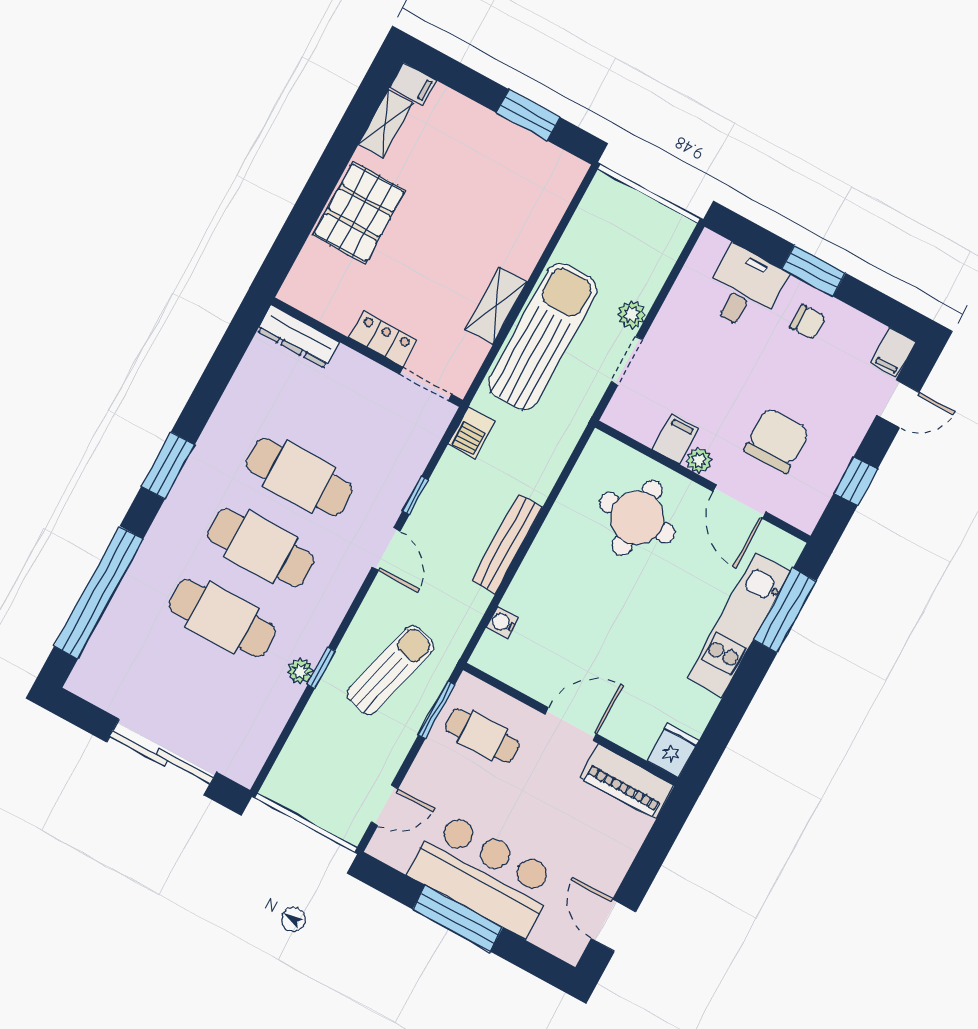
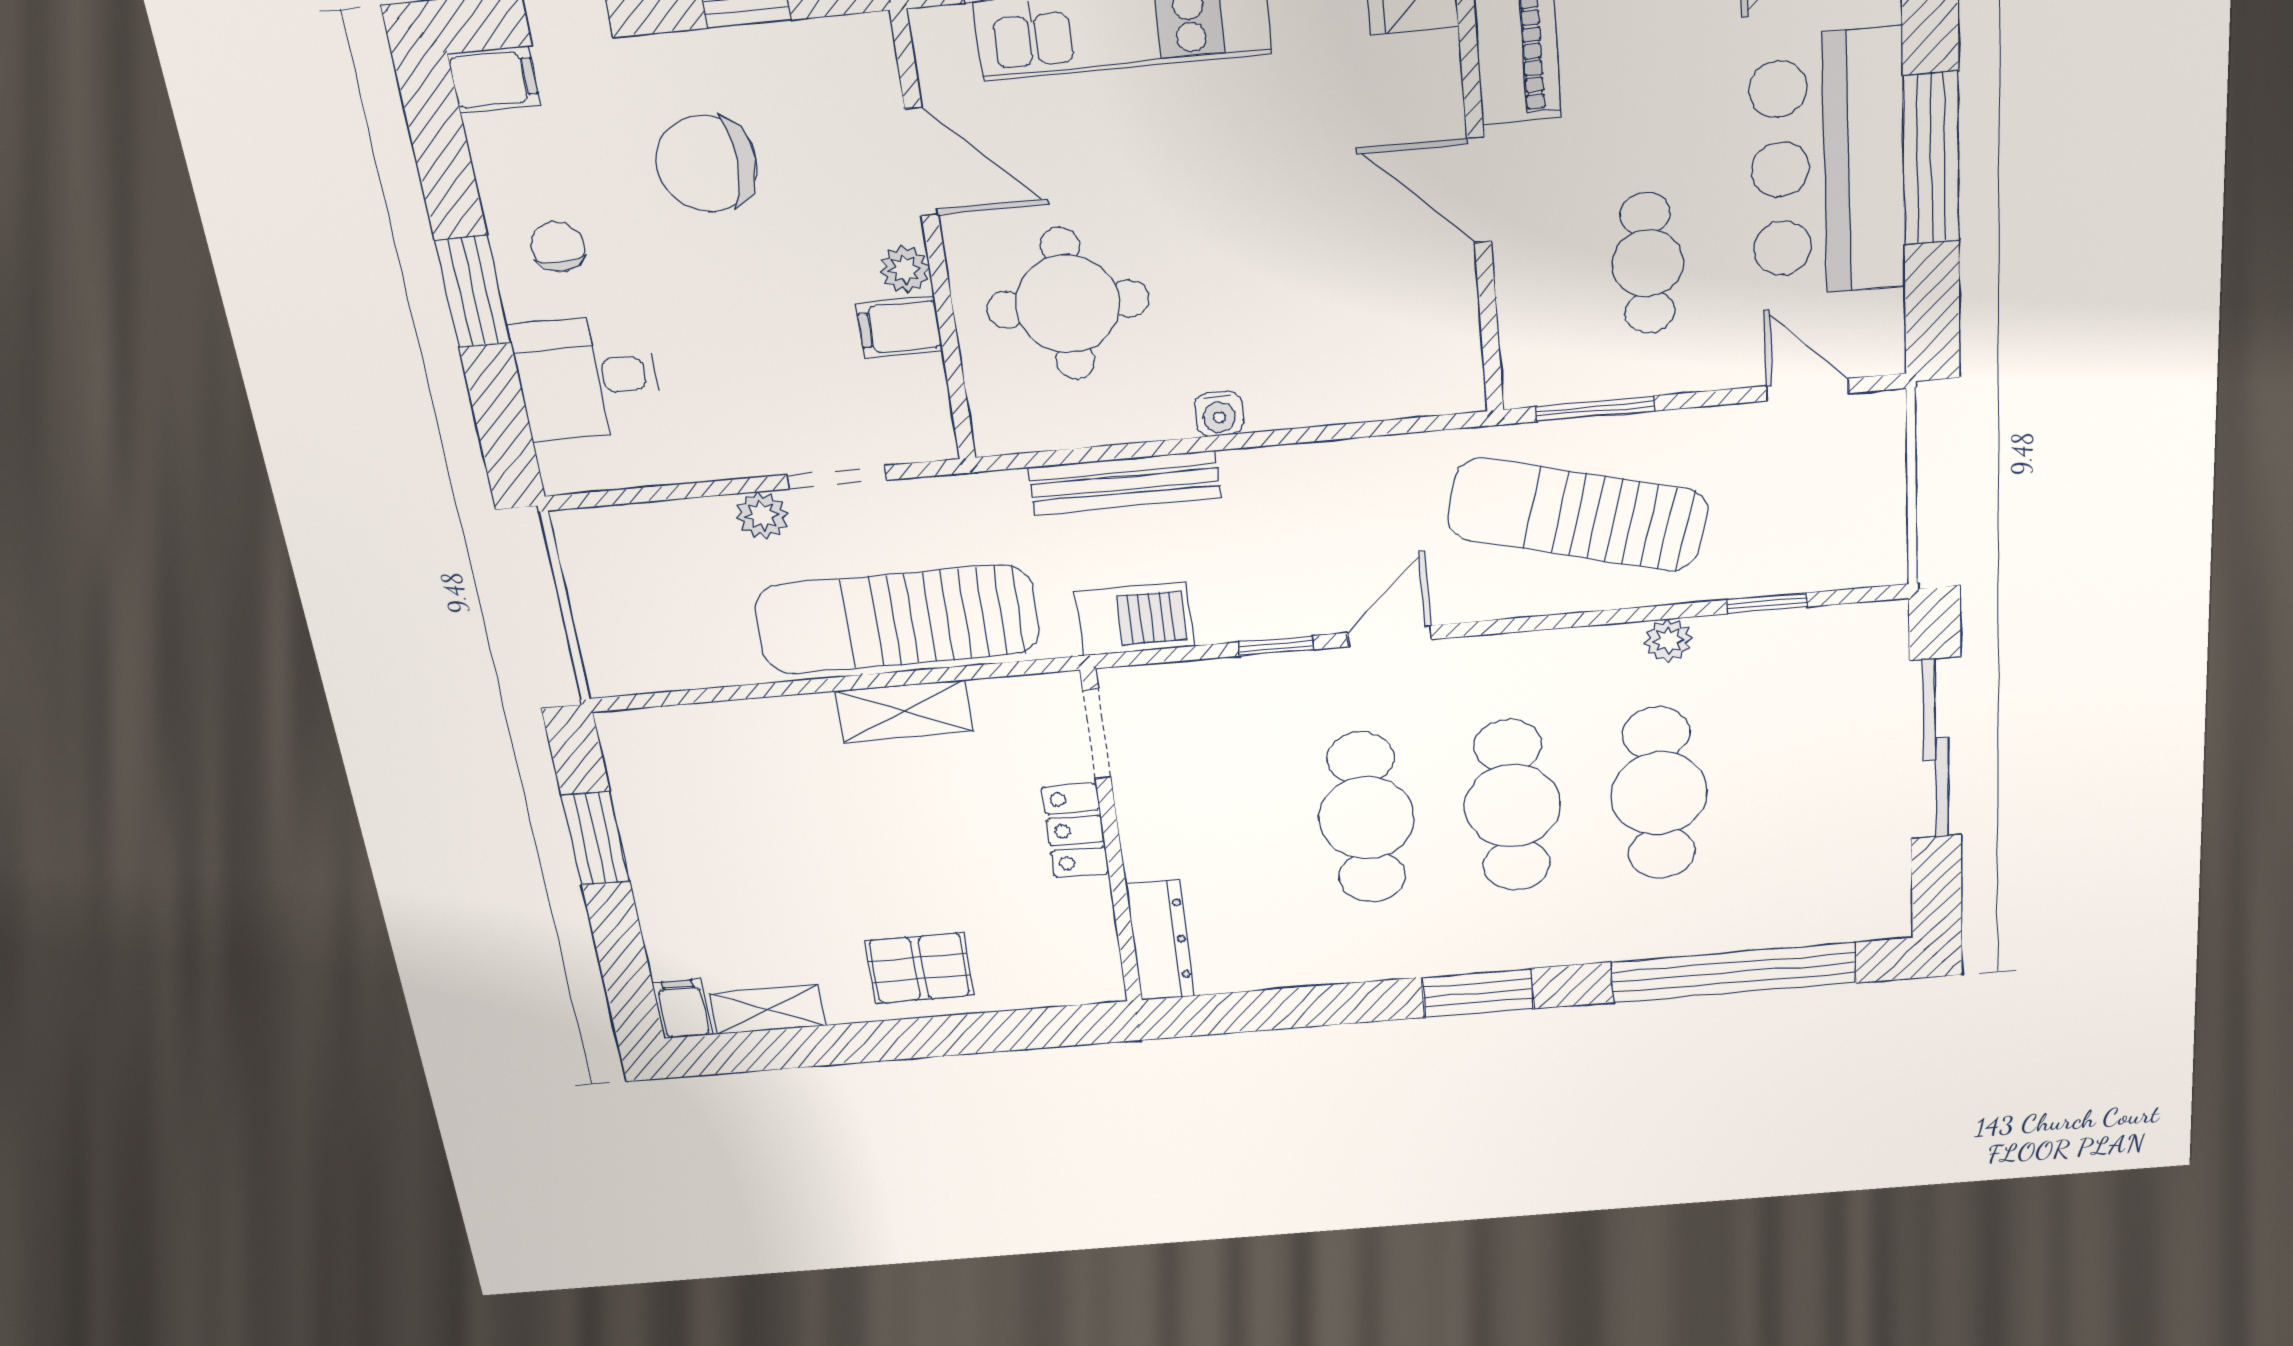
pallet: (359, 213) -> (919, 968), width x0.67, depth x0.71
barbecue: (472, 433) -> (1135, 619), width x1.38, depth x1.27
chair: (777, 440) -> (706, 164), moved
door: (740, 502) -> (922, 162), hinge flipped
bench: (507, 544) -> (1125, 483), moved
water cooler: (503, 623) -> (1219, 414), moved
window: (321, 668) -> (1767, 603), moved
sun lounger: (391, 670) -> (1577, 515), width x1.36, depth x1.34
cafe table: (482, 736) -> (1647, 263), moved

